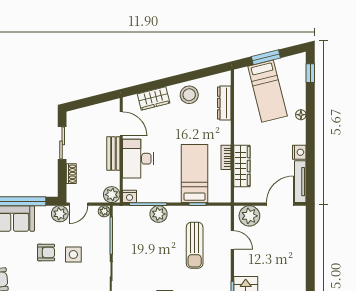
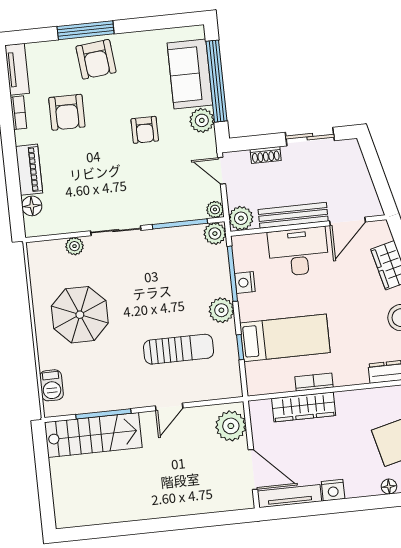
bench: (113, 153) -> (293, 215), width x1.36
nightstand: (130, 196) -> (245, 282), moved
plant: (120, 213) -> (215, 234), added
plant: (60, 214) -> (202, 120), moved
plant: (159, 214) -> (221, 310), moved
door: (232, 240) -> (169, 407), moved
sun lounger: (195, 245) -> (179, 349), turned 180
side table: (73, 254) -> (146, 171), removed

